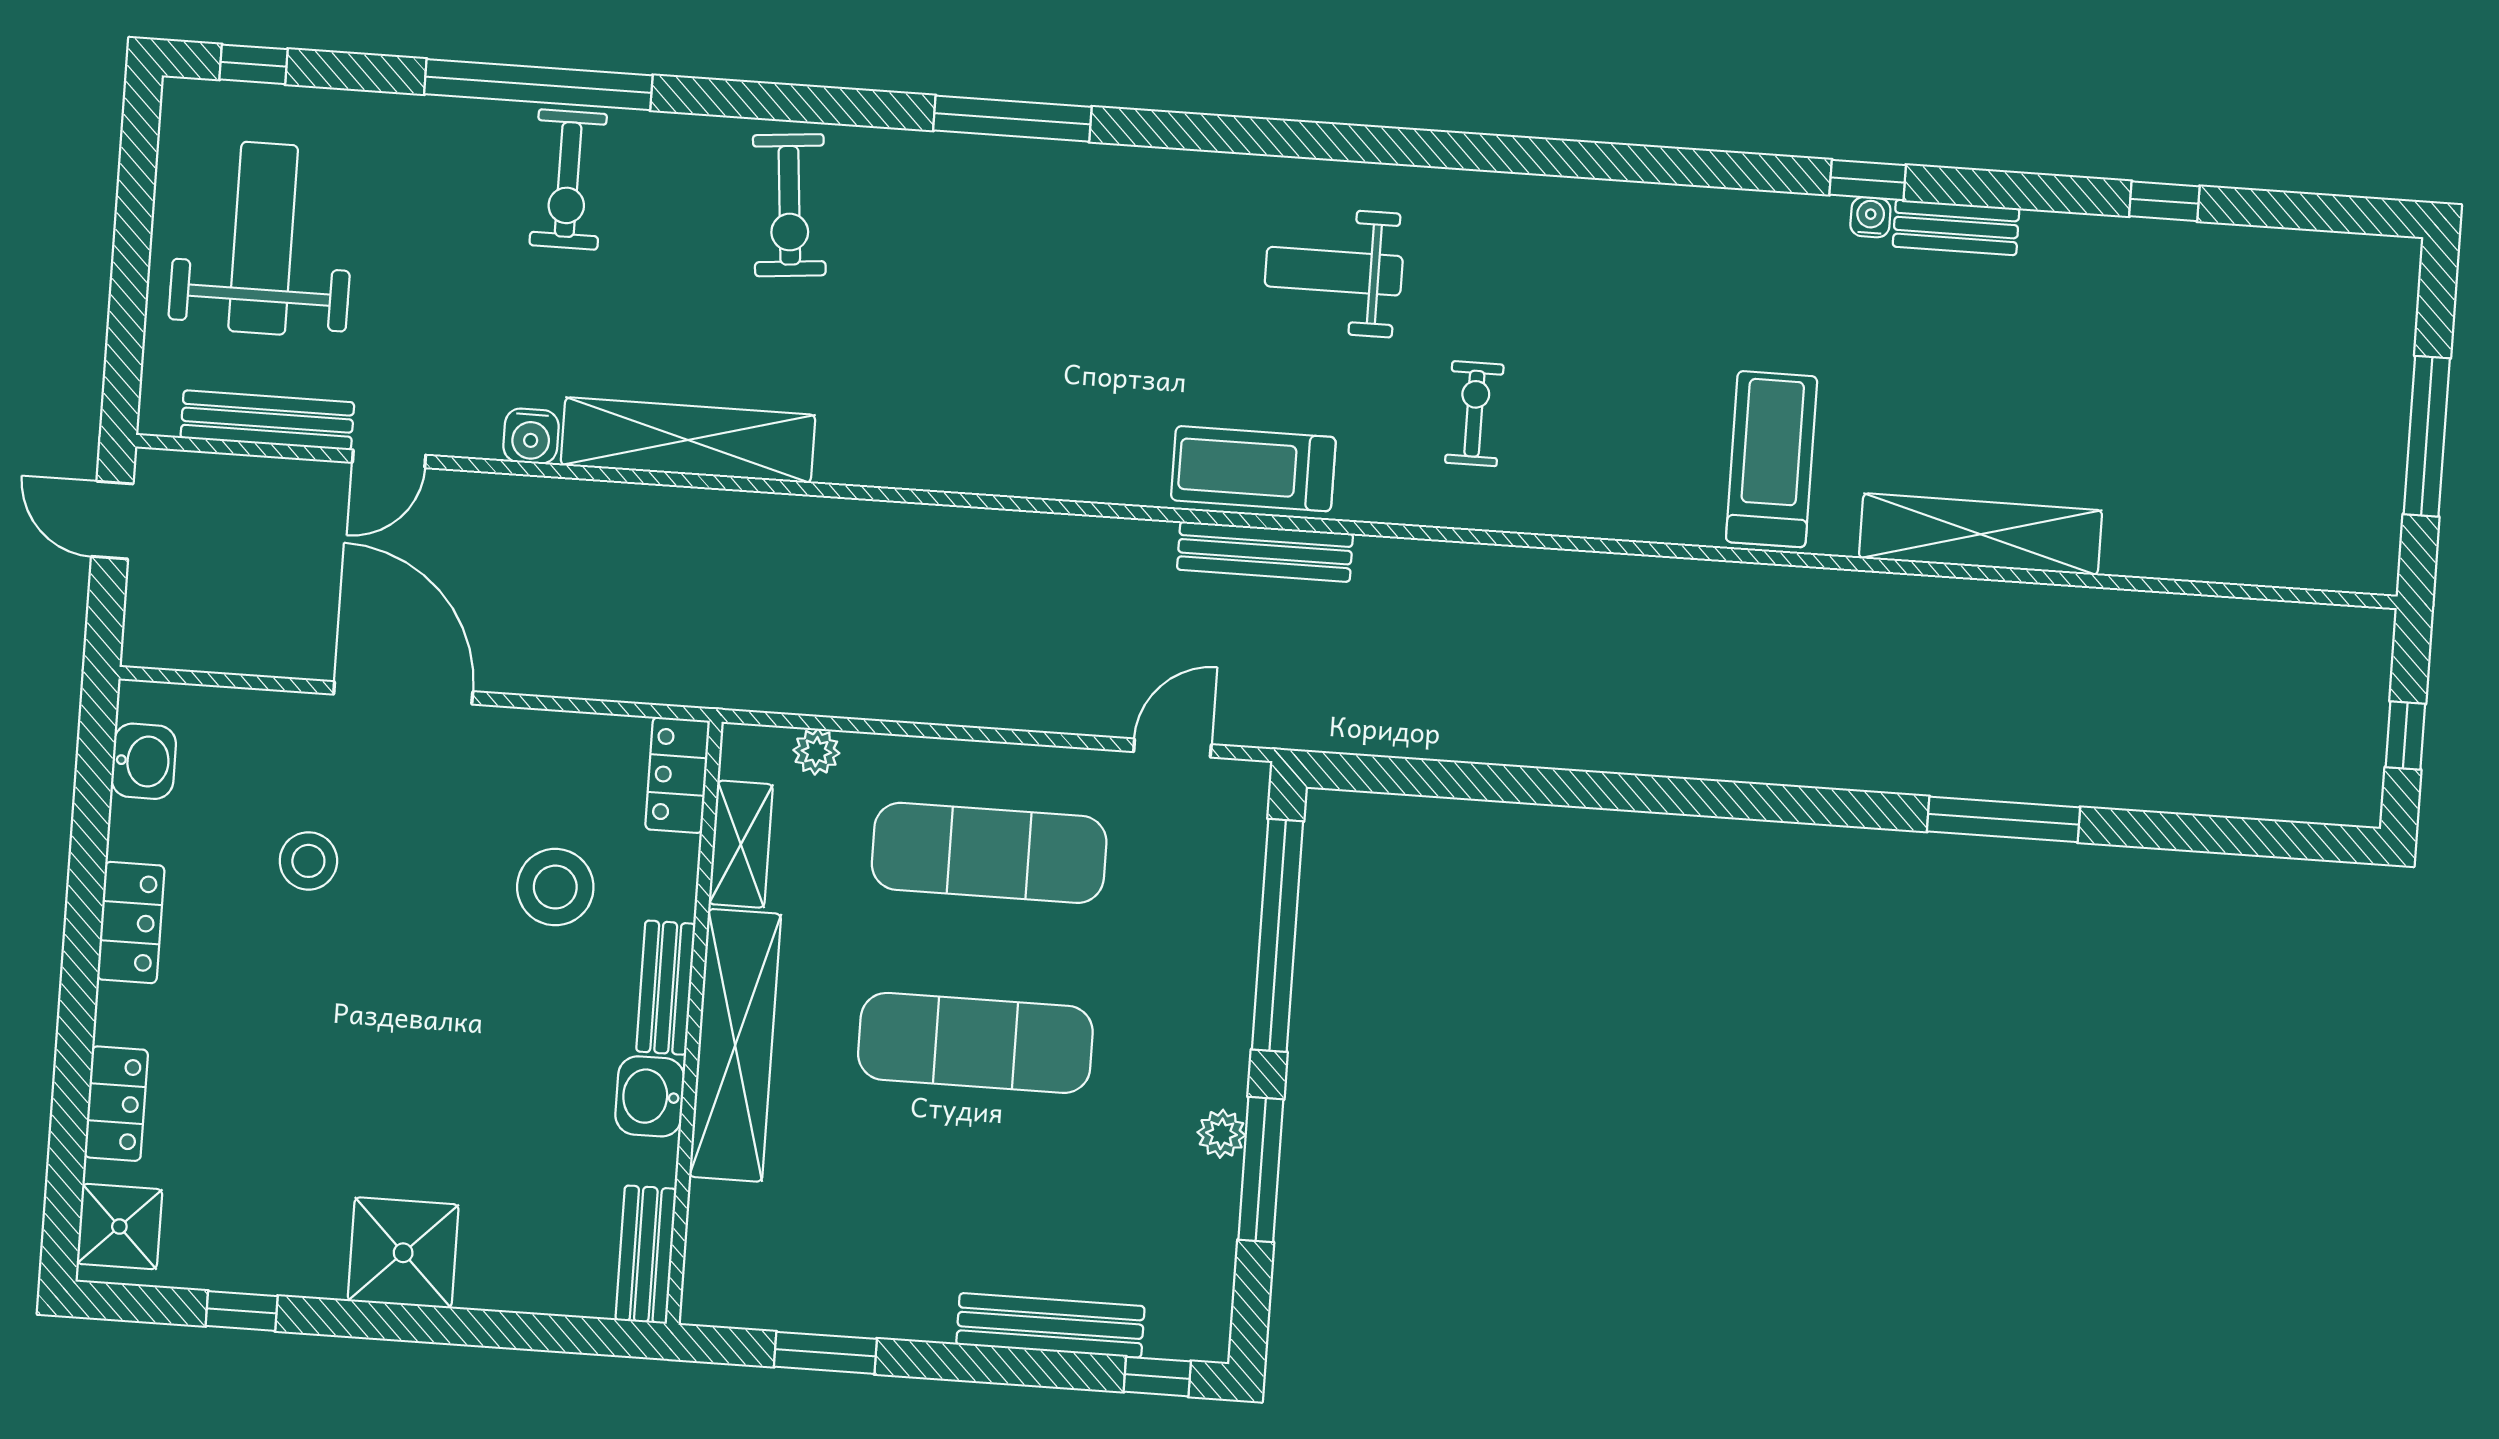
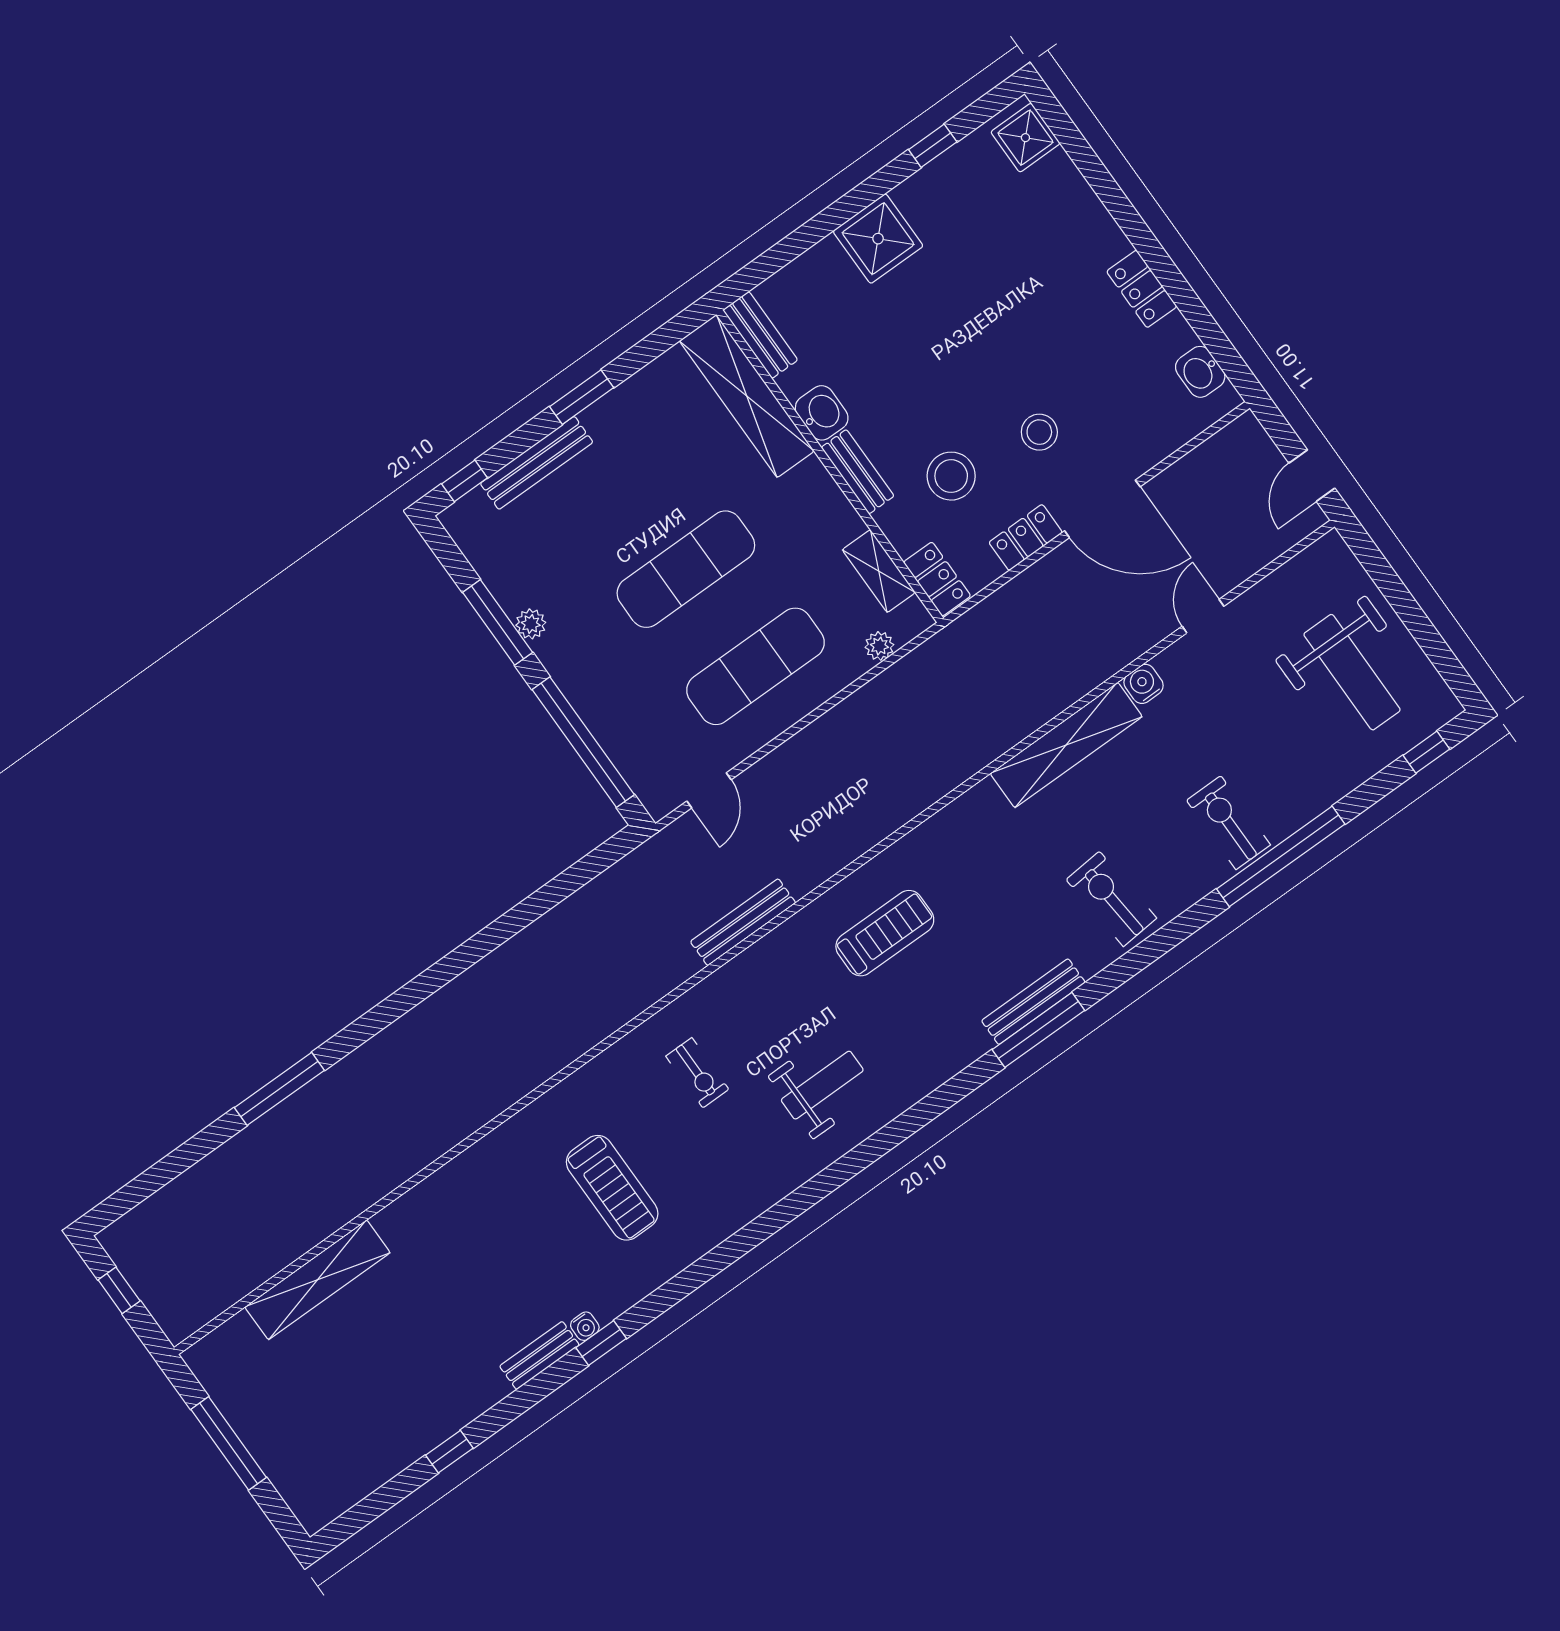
bench: (267, 420) -> (1033, 1002), moved
treadmill: (1772, 459) -> (612, 1188), moved
treadmill: (1253, 469) -> (885, 933), moved
door: (112, 520) -> (1312, 476), swing flipped
shelving: (1981, 534) -> (317, 1280), moved
stool: (308, 861) -> (1039, 432), moved
shelving: (735, 1045) -> (747, 396), moved
locker: (116, 1104) -> (1026, 537), moved, turned 90
window: (825, 1353) -> (582, 397), moved

